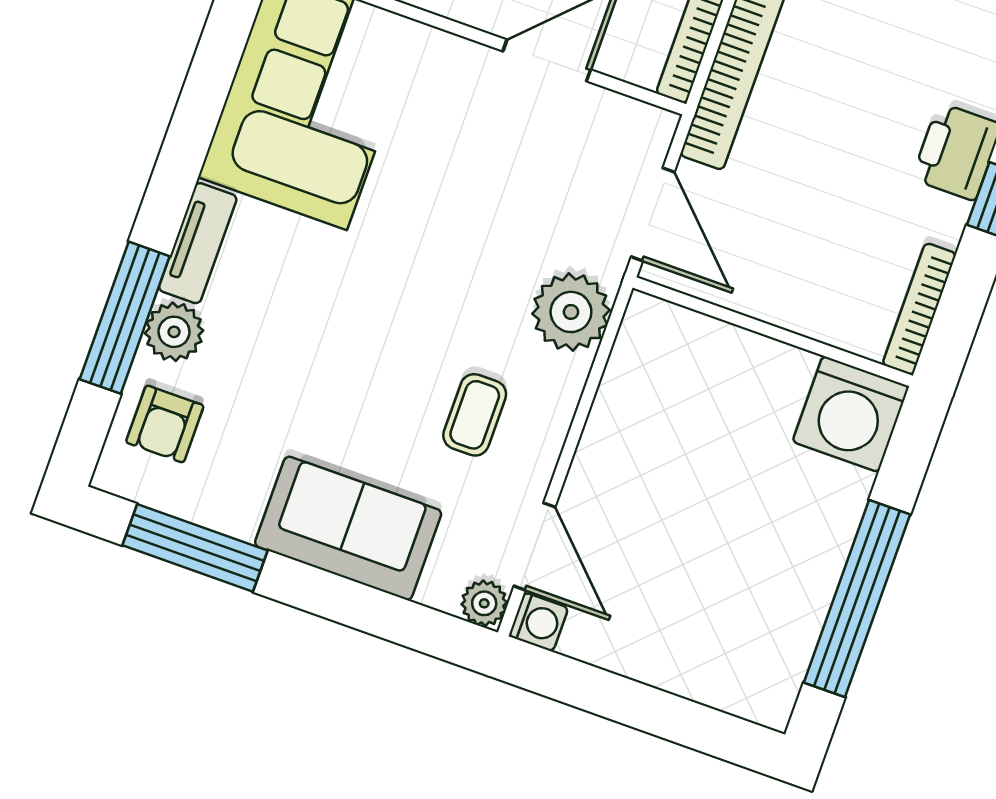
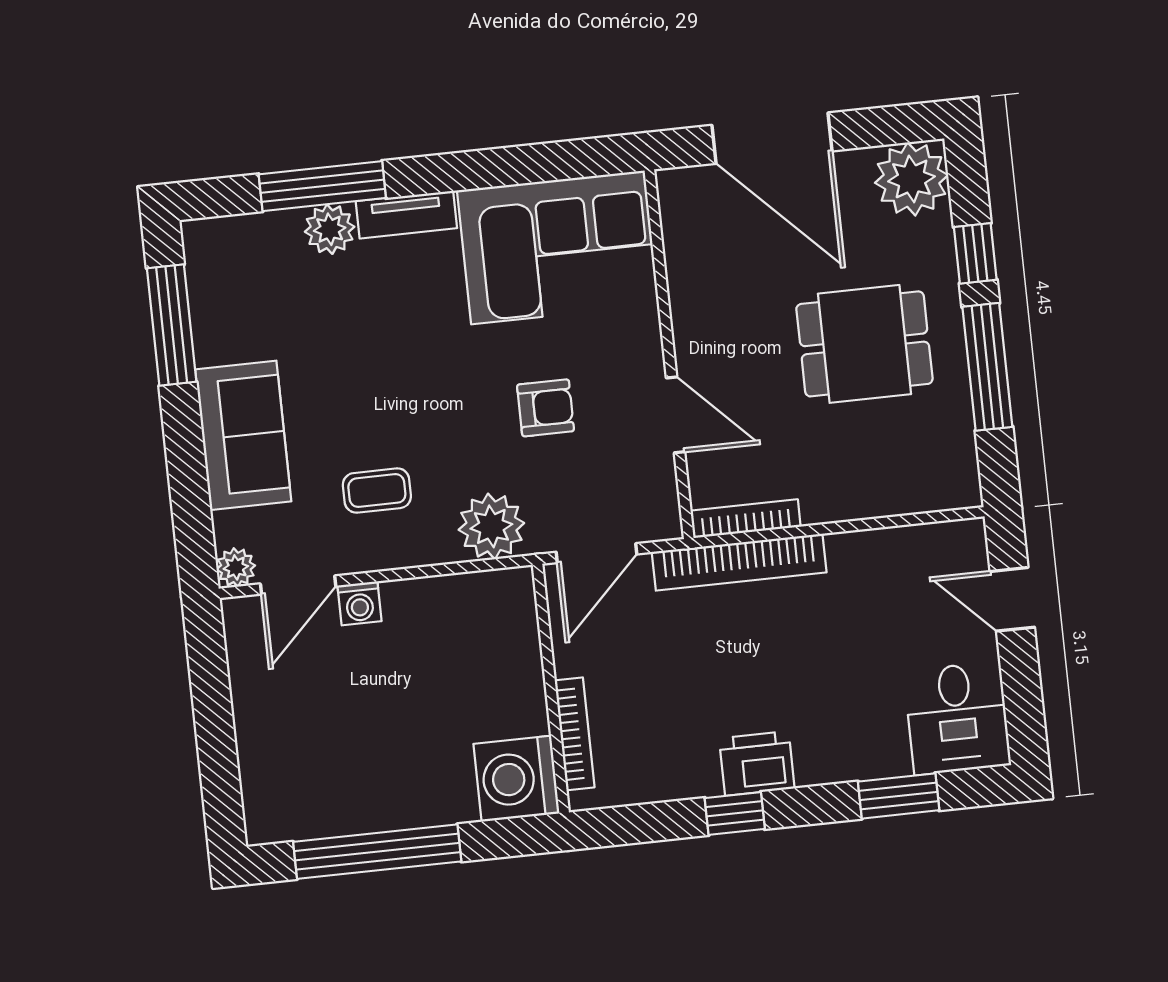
bookcase: (919, 309) -> (575, 734), moved, turned 90
armchair: (165, 424) -> (546, 408), moved, turned 180
washing machine: (538, 622) -> (360, 603), moved

